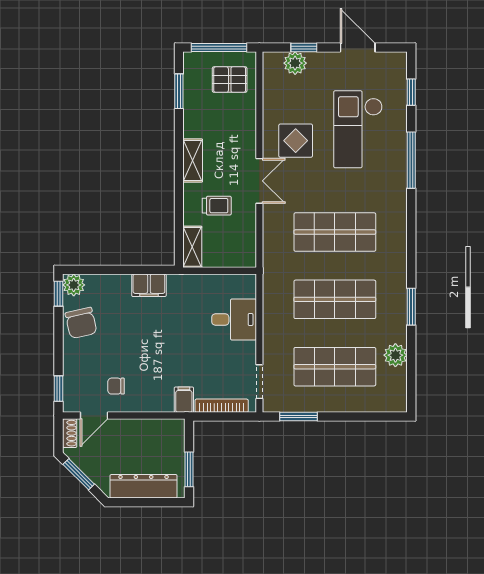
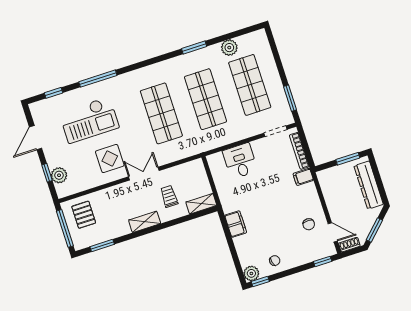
chair: (81, 323) -> (275, 261), width x0.54, depth x0.54

